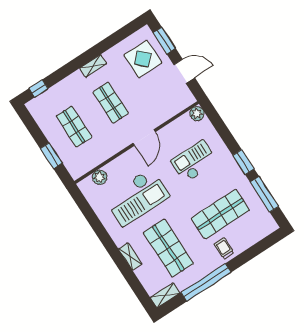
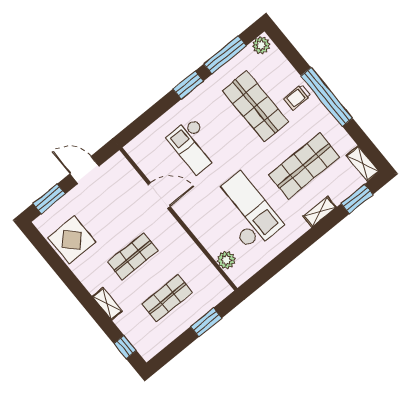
display table: (143, 59) -> (72, 240), moved
shelving: (93, 66) -> (107, 304), moved
door: (184, 71) -> (84, 170), hinge flipped
plant: (197, 114) -> (261, 45), moved
door: (144, 138) -> (159, 195), moved
window: (206, 282) -> (327, 97), moved
window: (137, 288) -> (357, 199), added

